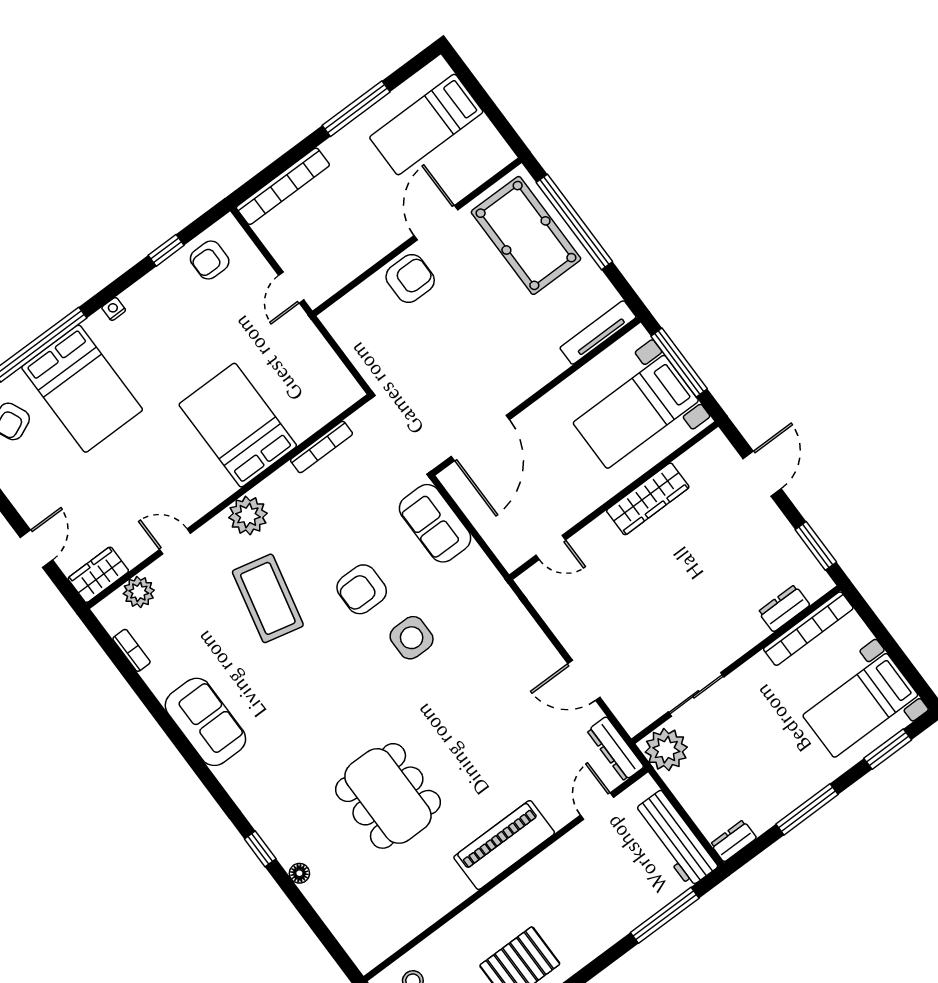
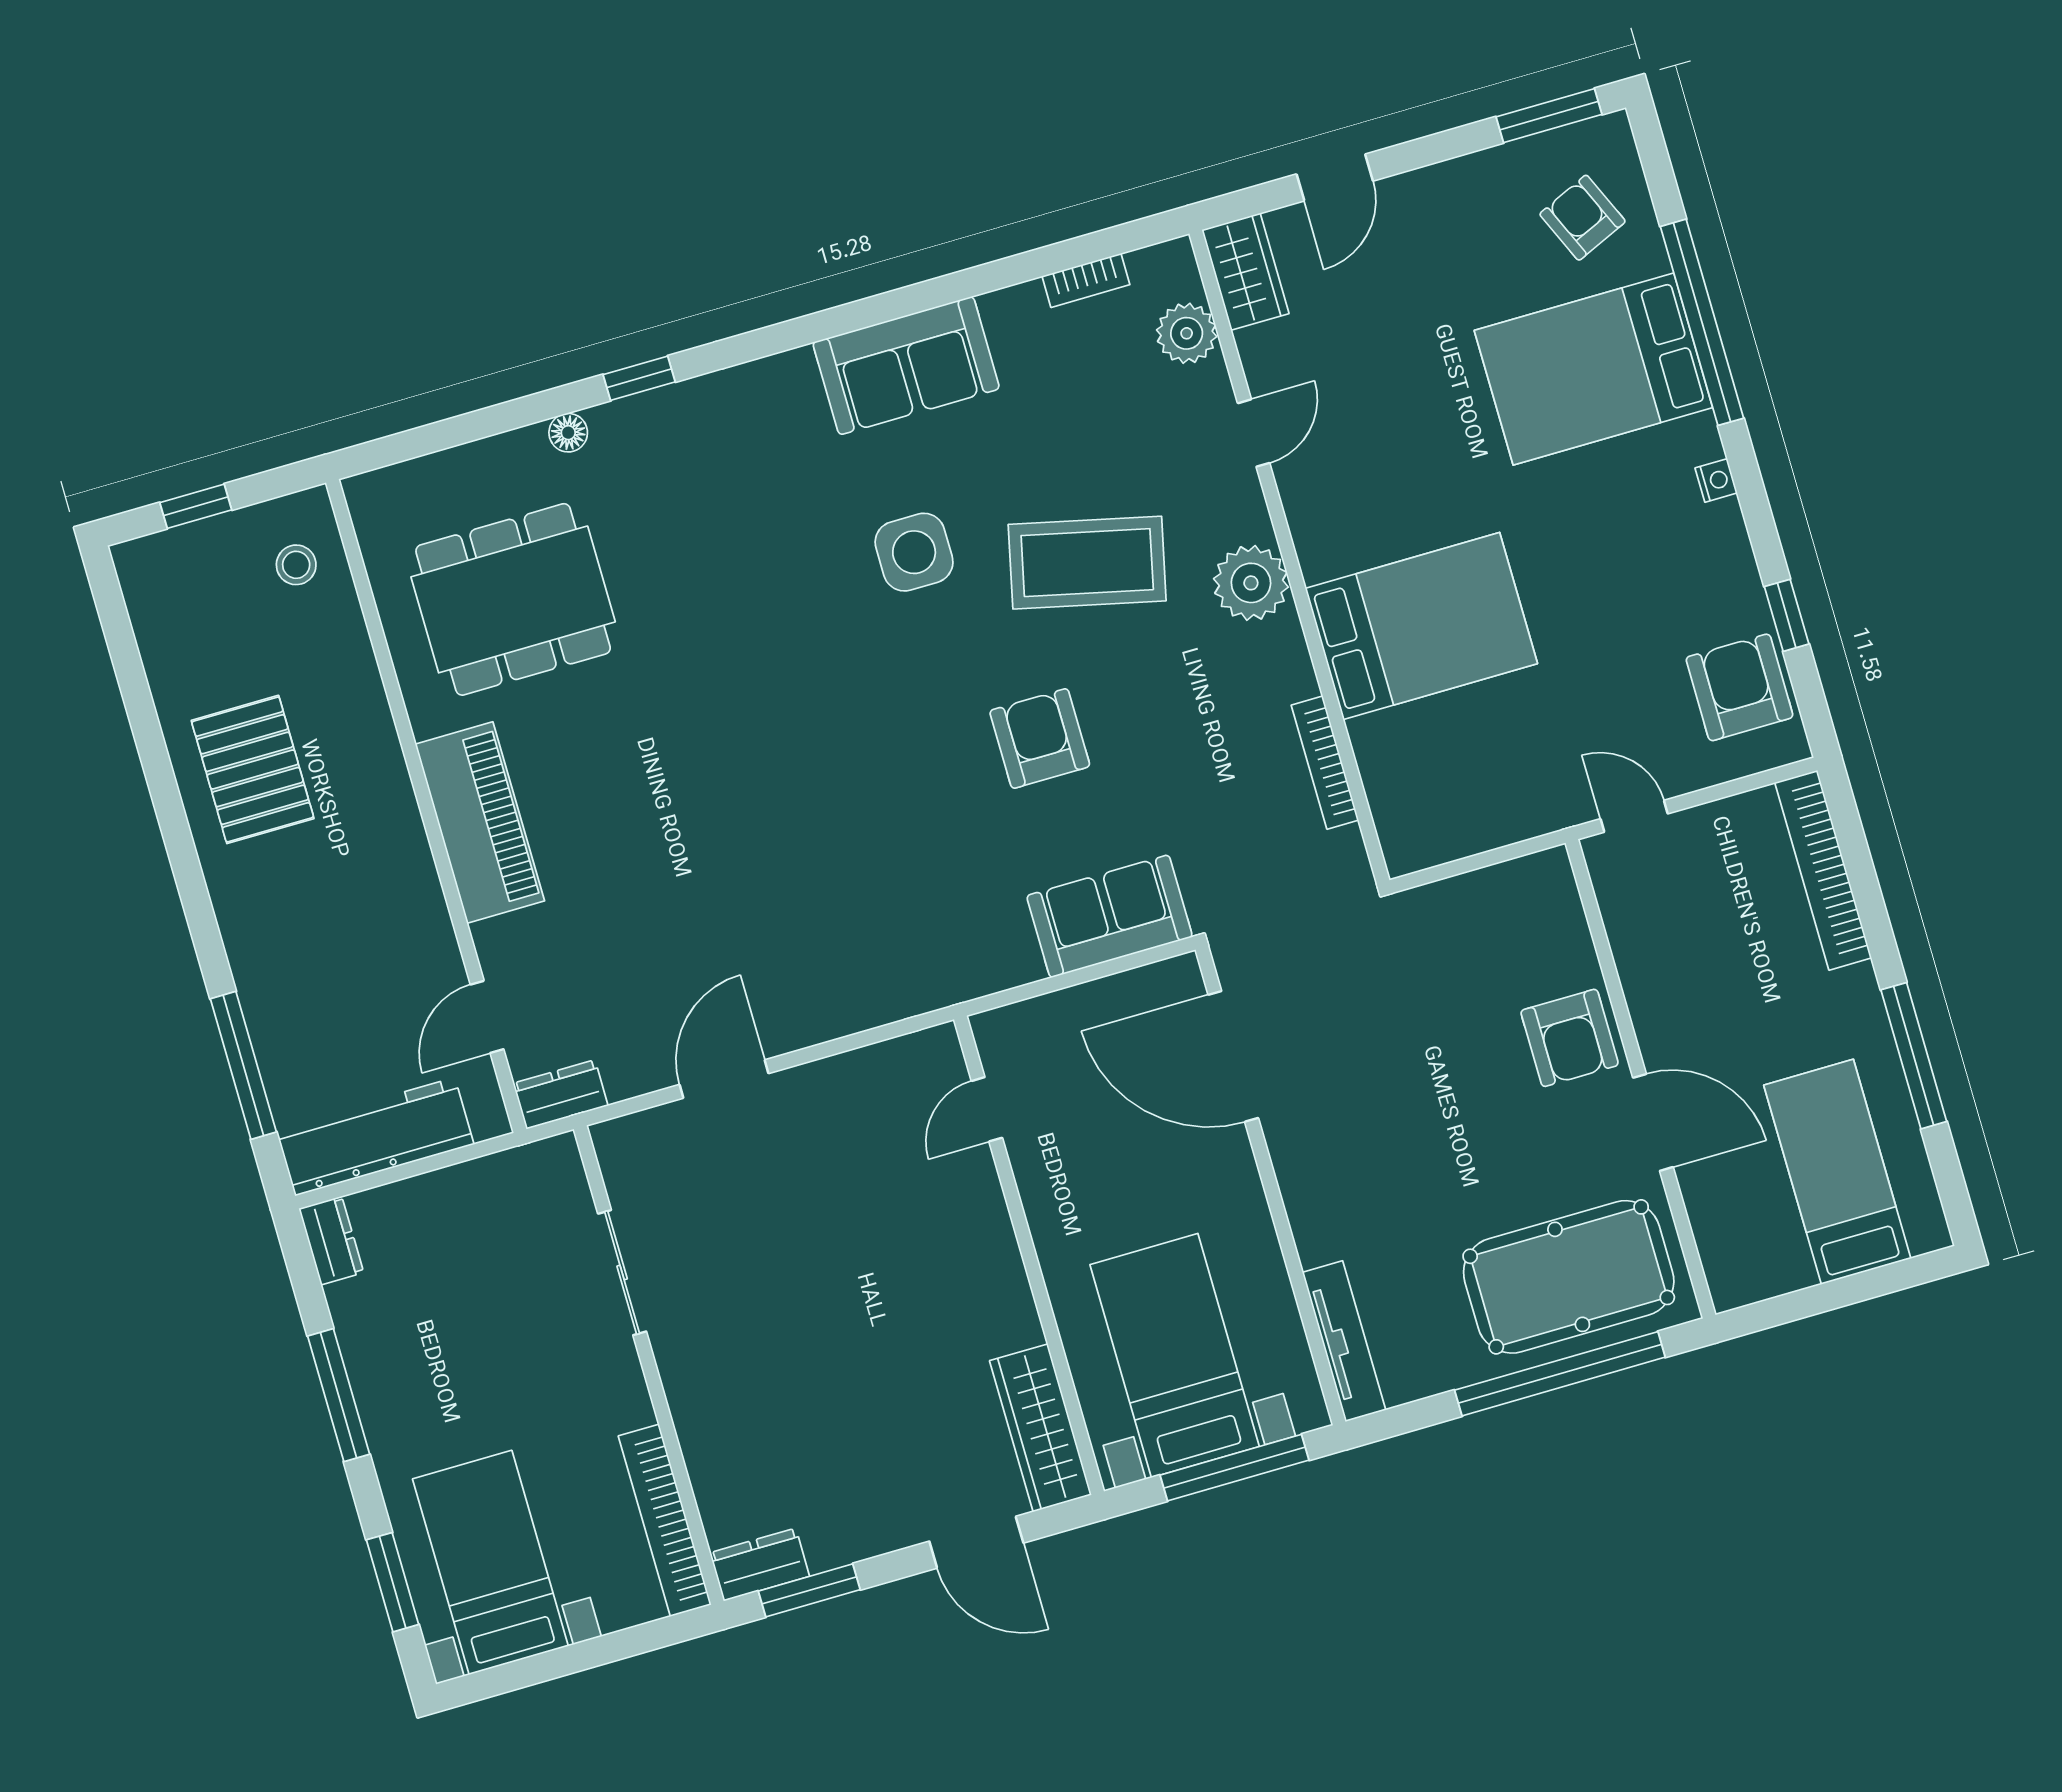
armchair: (210, 260) -> (1739, 687), width x1.38, depth x1.38
wardrobe: (648, 499) -> (1040, 1428), moved
door: (36, 549) -> (1335, 177), hinge flipped
dresser: (784, 608) -> (760, 1565), moved, turned -90
side table: (412, 638) -> (914, 552), moved
dresser: (615, 749) -> (561, 1095), width x0.70
plant: (666, 750) -> (542, 1181), removed
dining table: (388, 796) -> (513, 599), moved
door: (597, 806) -> (487, 1017), swing flipped

